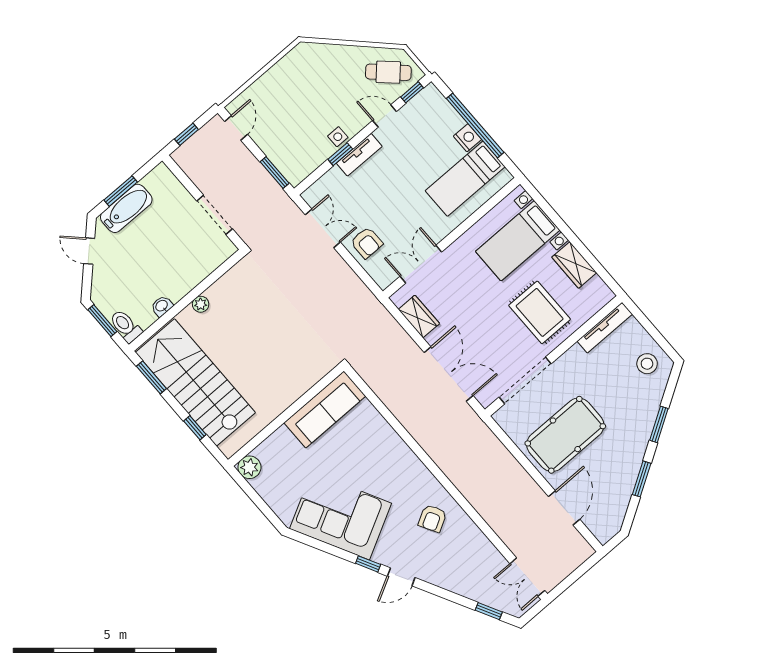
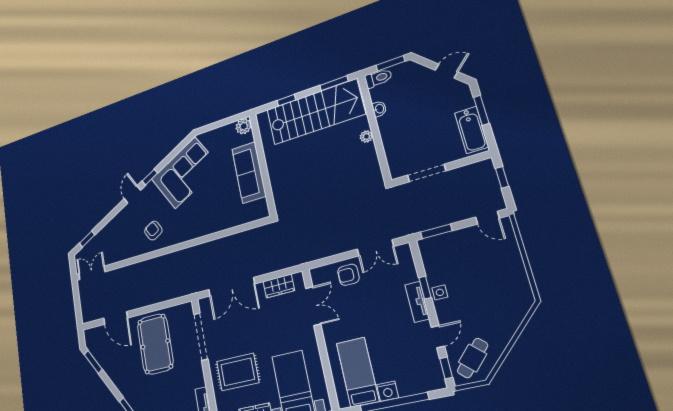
bathtub: (126, 208) -> (471, 130), moved
sofa: (325, 409) -> (249, 172), moved
window: (642, 479) -> (93, 362), moved

